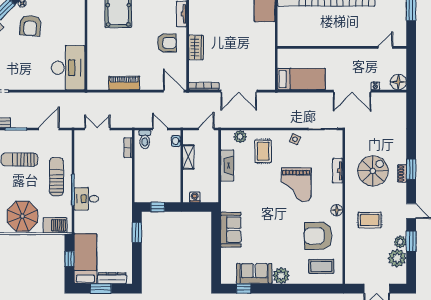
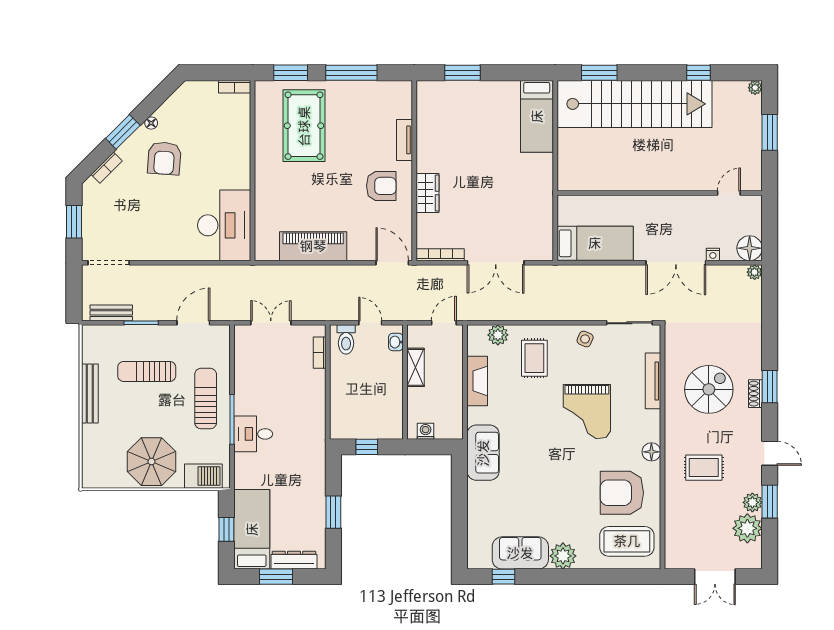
piano: (124, 83) -> (313, 246), width x1.37, depth x1.33
plant: (402, 97) -> (755, 272), added
tv unit: (338, 171) -> (653, 381), width x1.41
sofa: (231, 230) -> (483, 453), moved
window: (137, 232) -> (333, 512), moved
coffee table: (321, 266) -> (627, 541), width x1.36, depth x1.32

